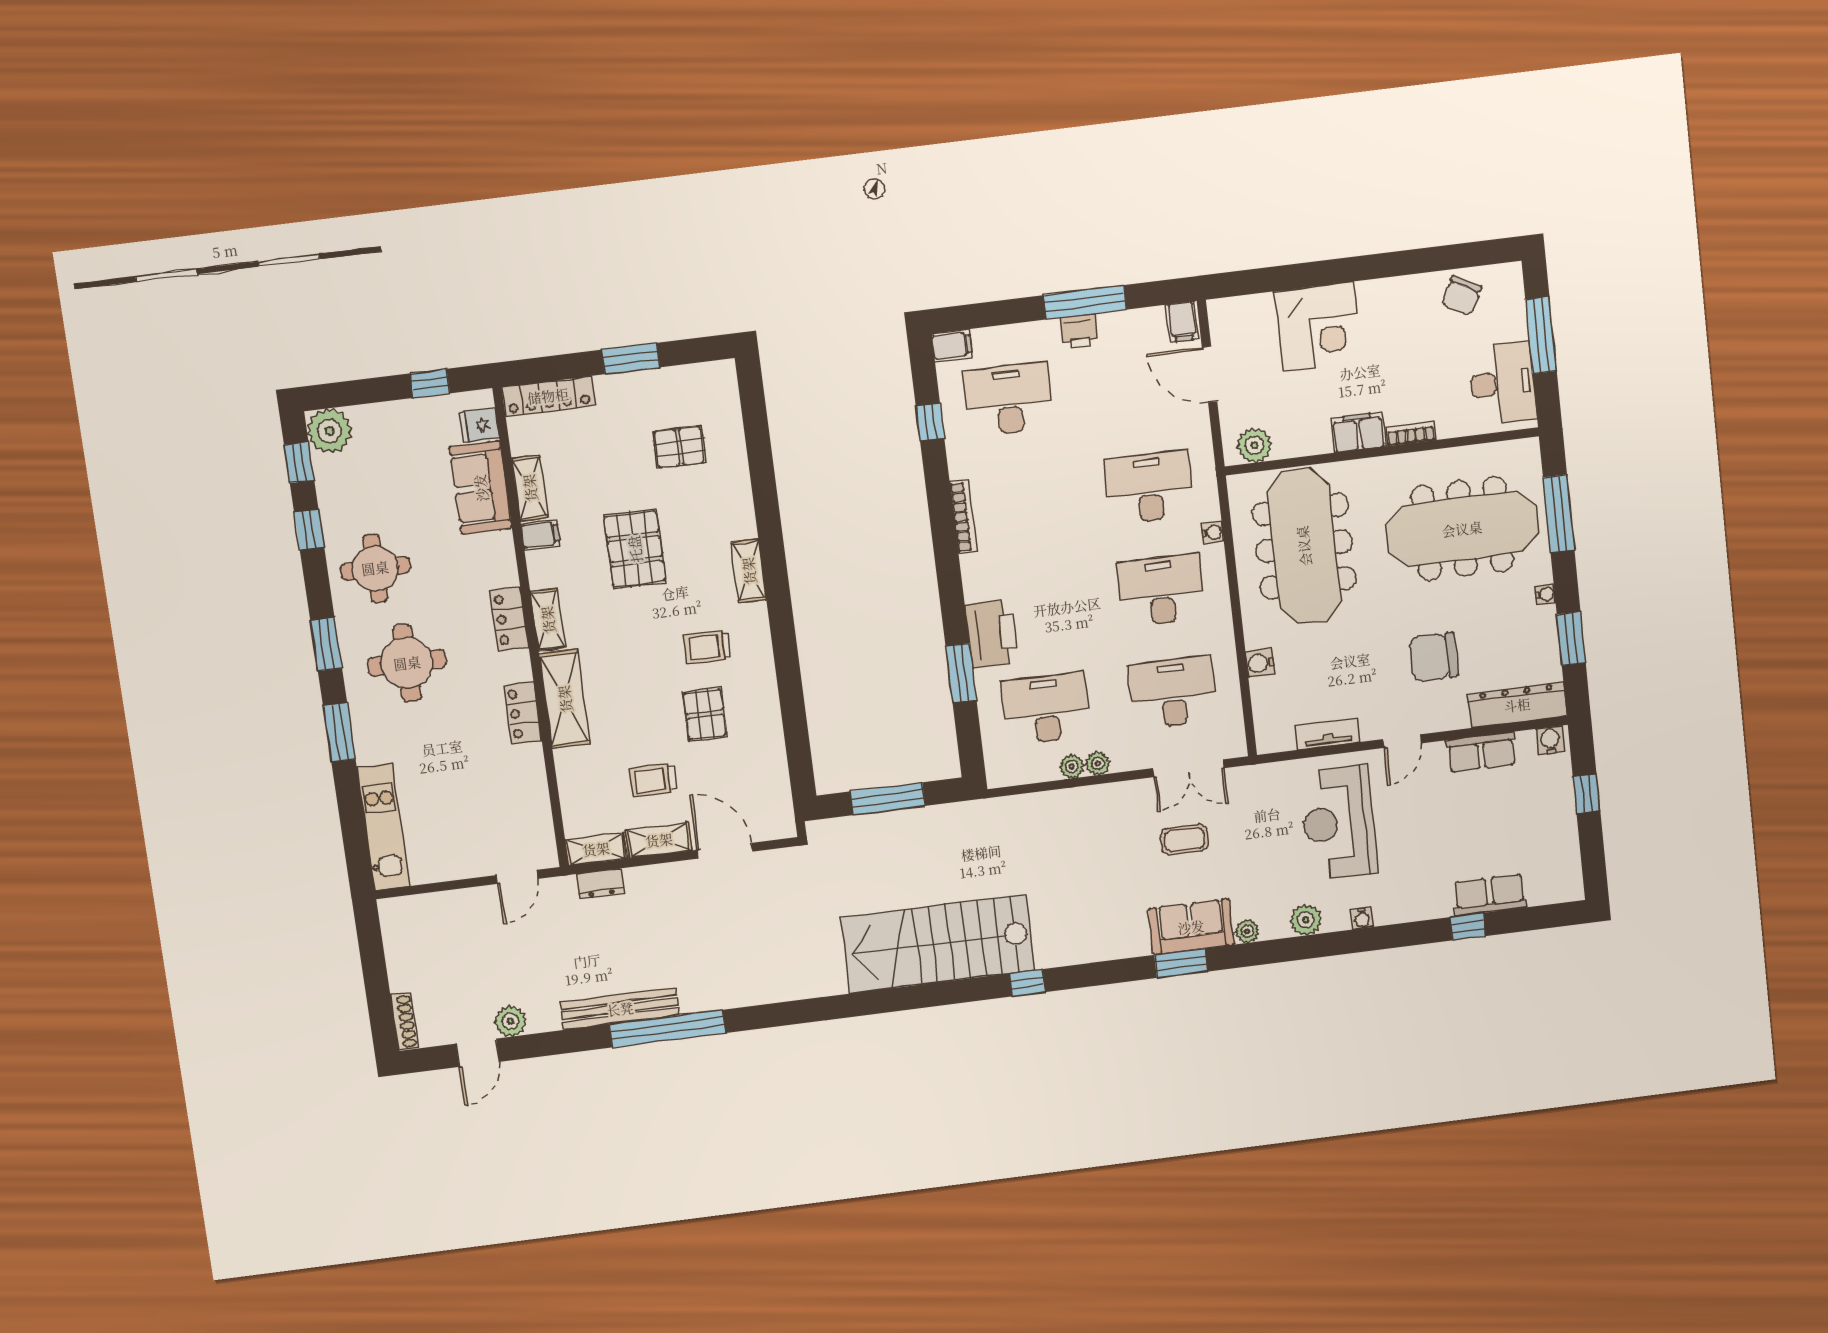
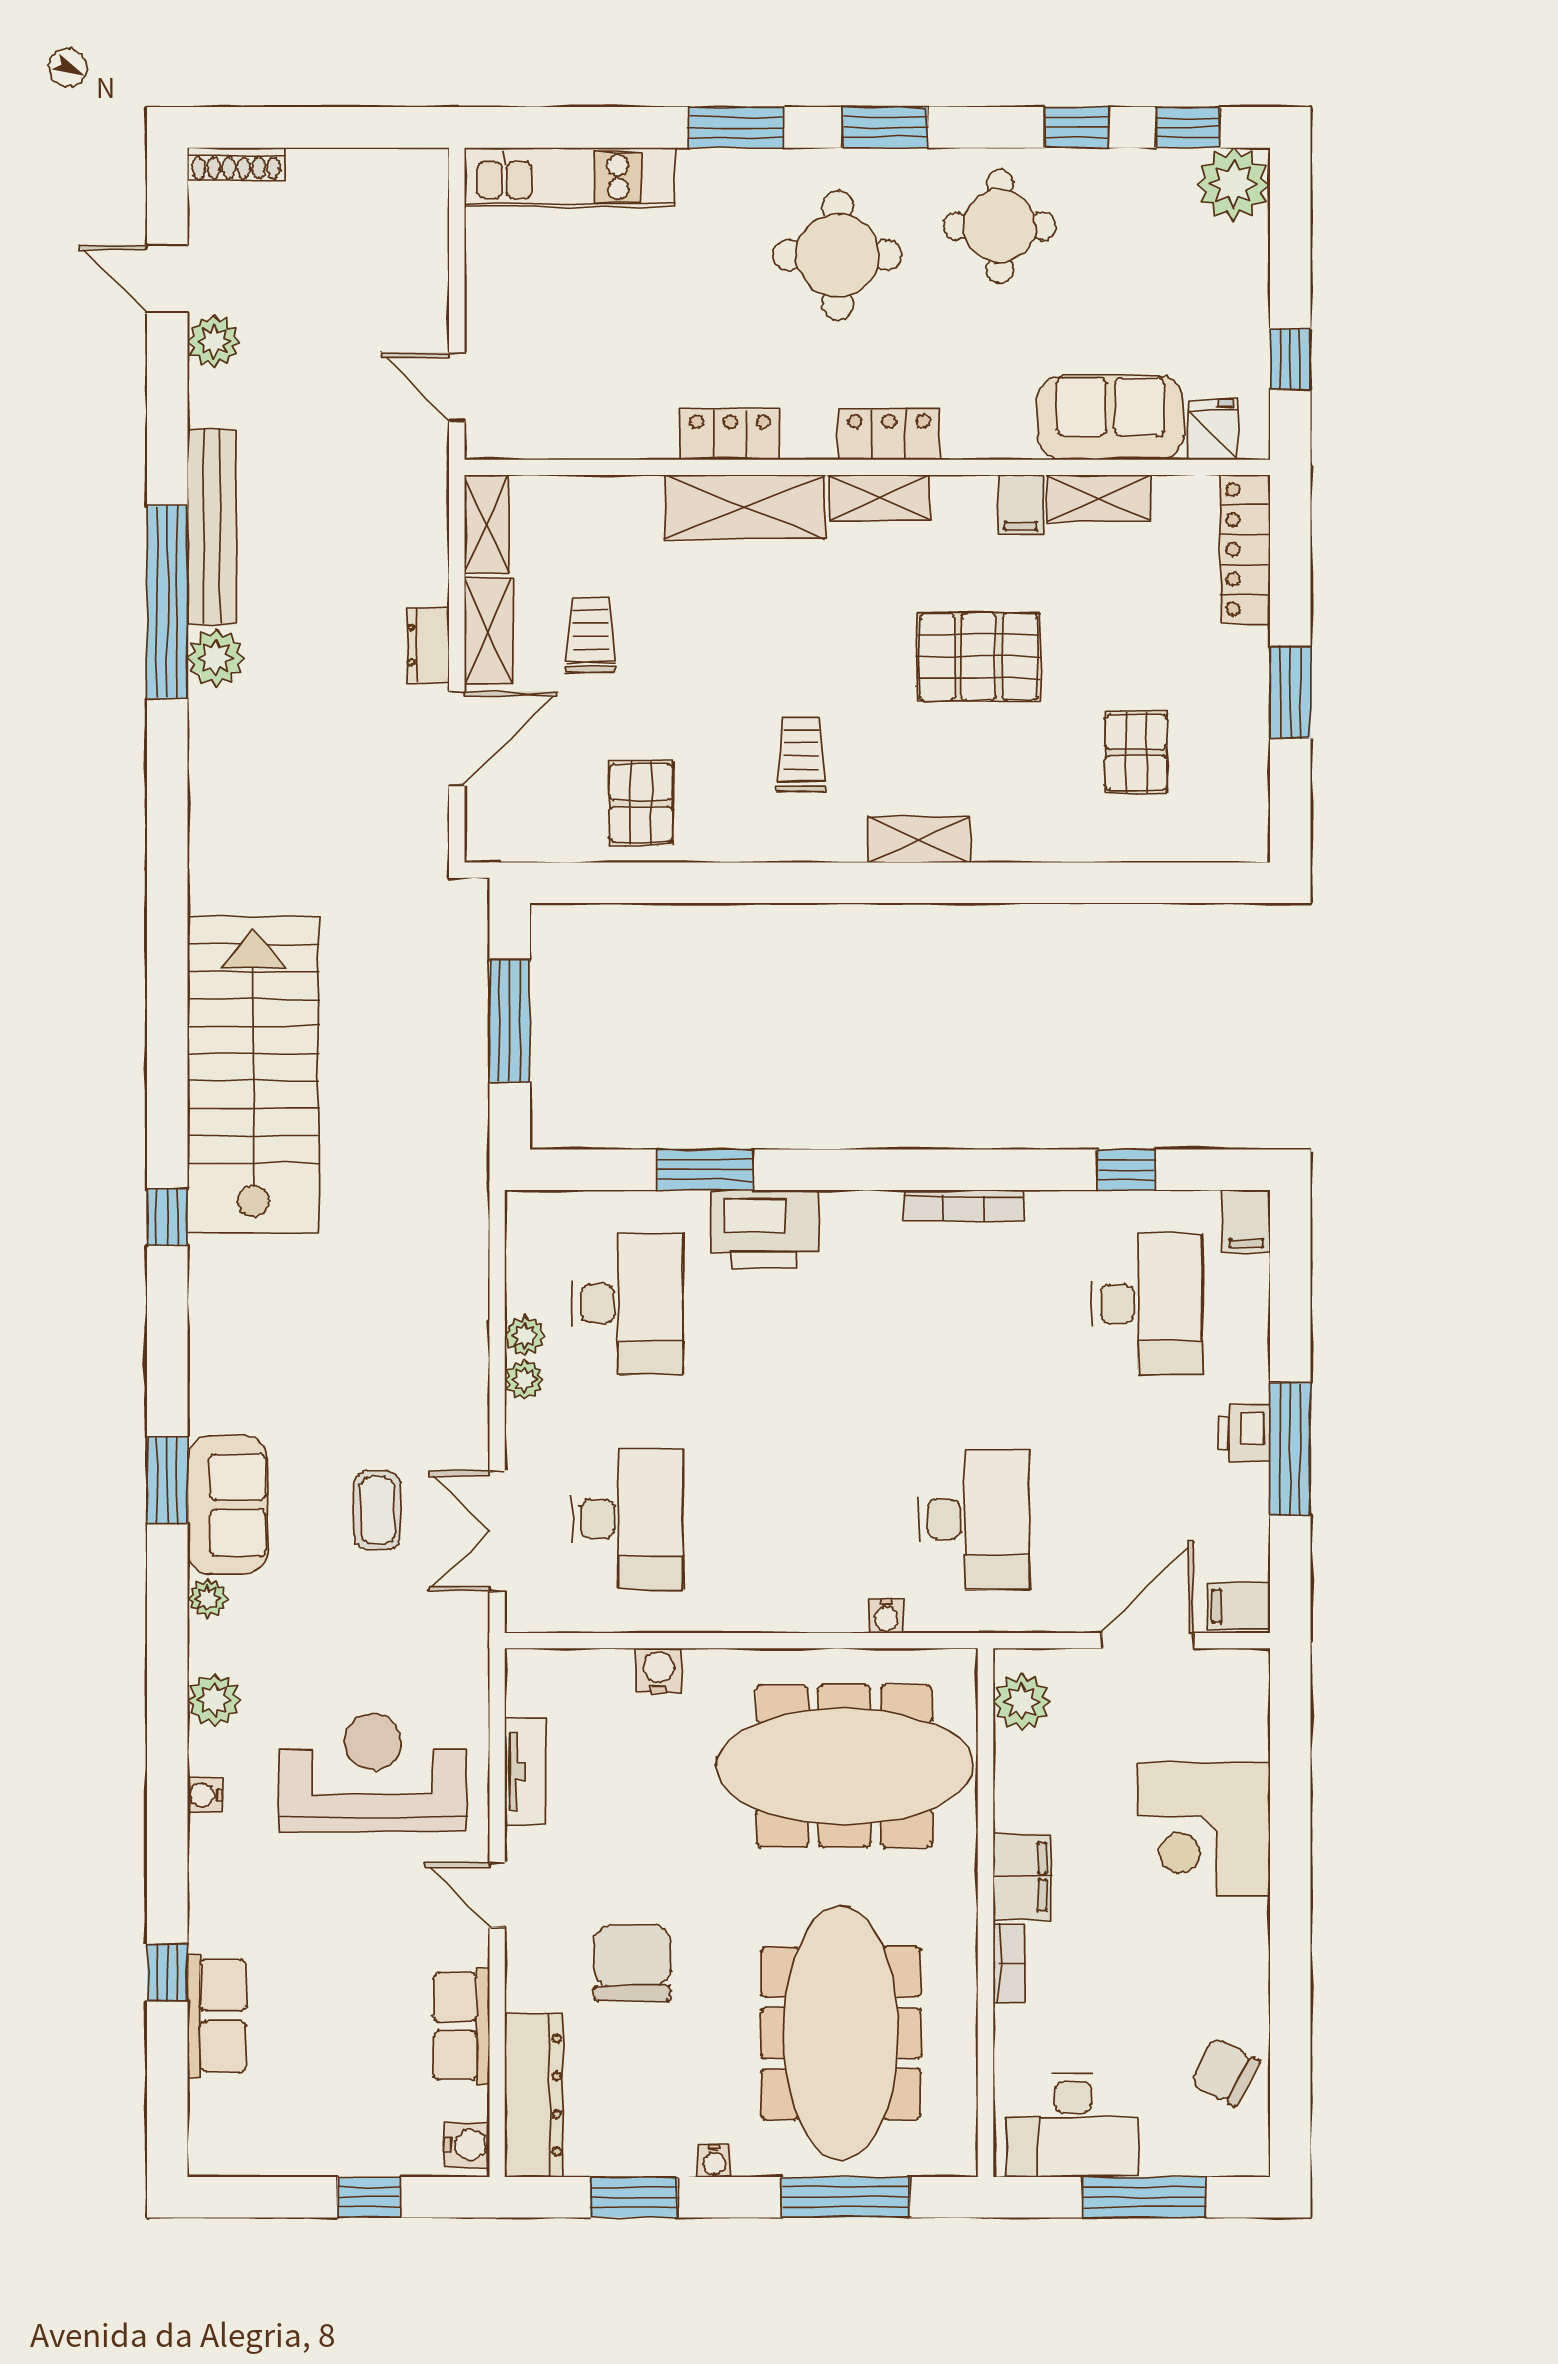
desk: (1161, 590) -> (801, 1519), removed
pallet: (705, 714) -> (641, 803), moved, turned 90
dresser: (600, 884) -> (428, 645), moved
plant: (696, 996) -> (216, 658), added

